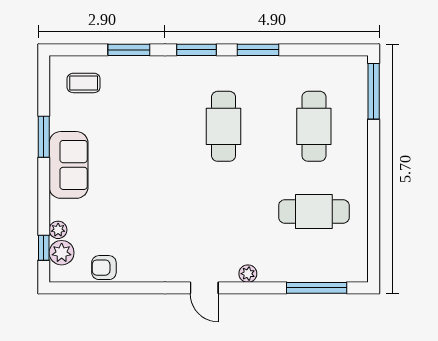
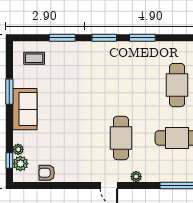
cafe table: (224, 126) -> (121, 138), moved

